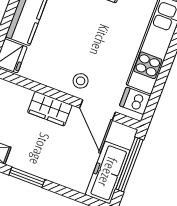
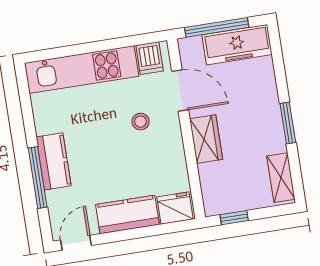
stool: (81, 81) -> (141, 122), moved
door: (98, 110) -> (180, 91), hinge flipped

